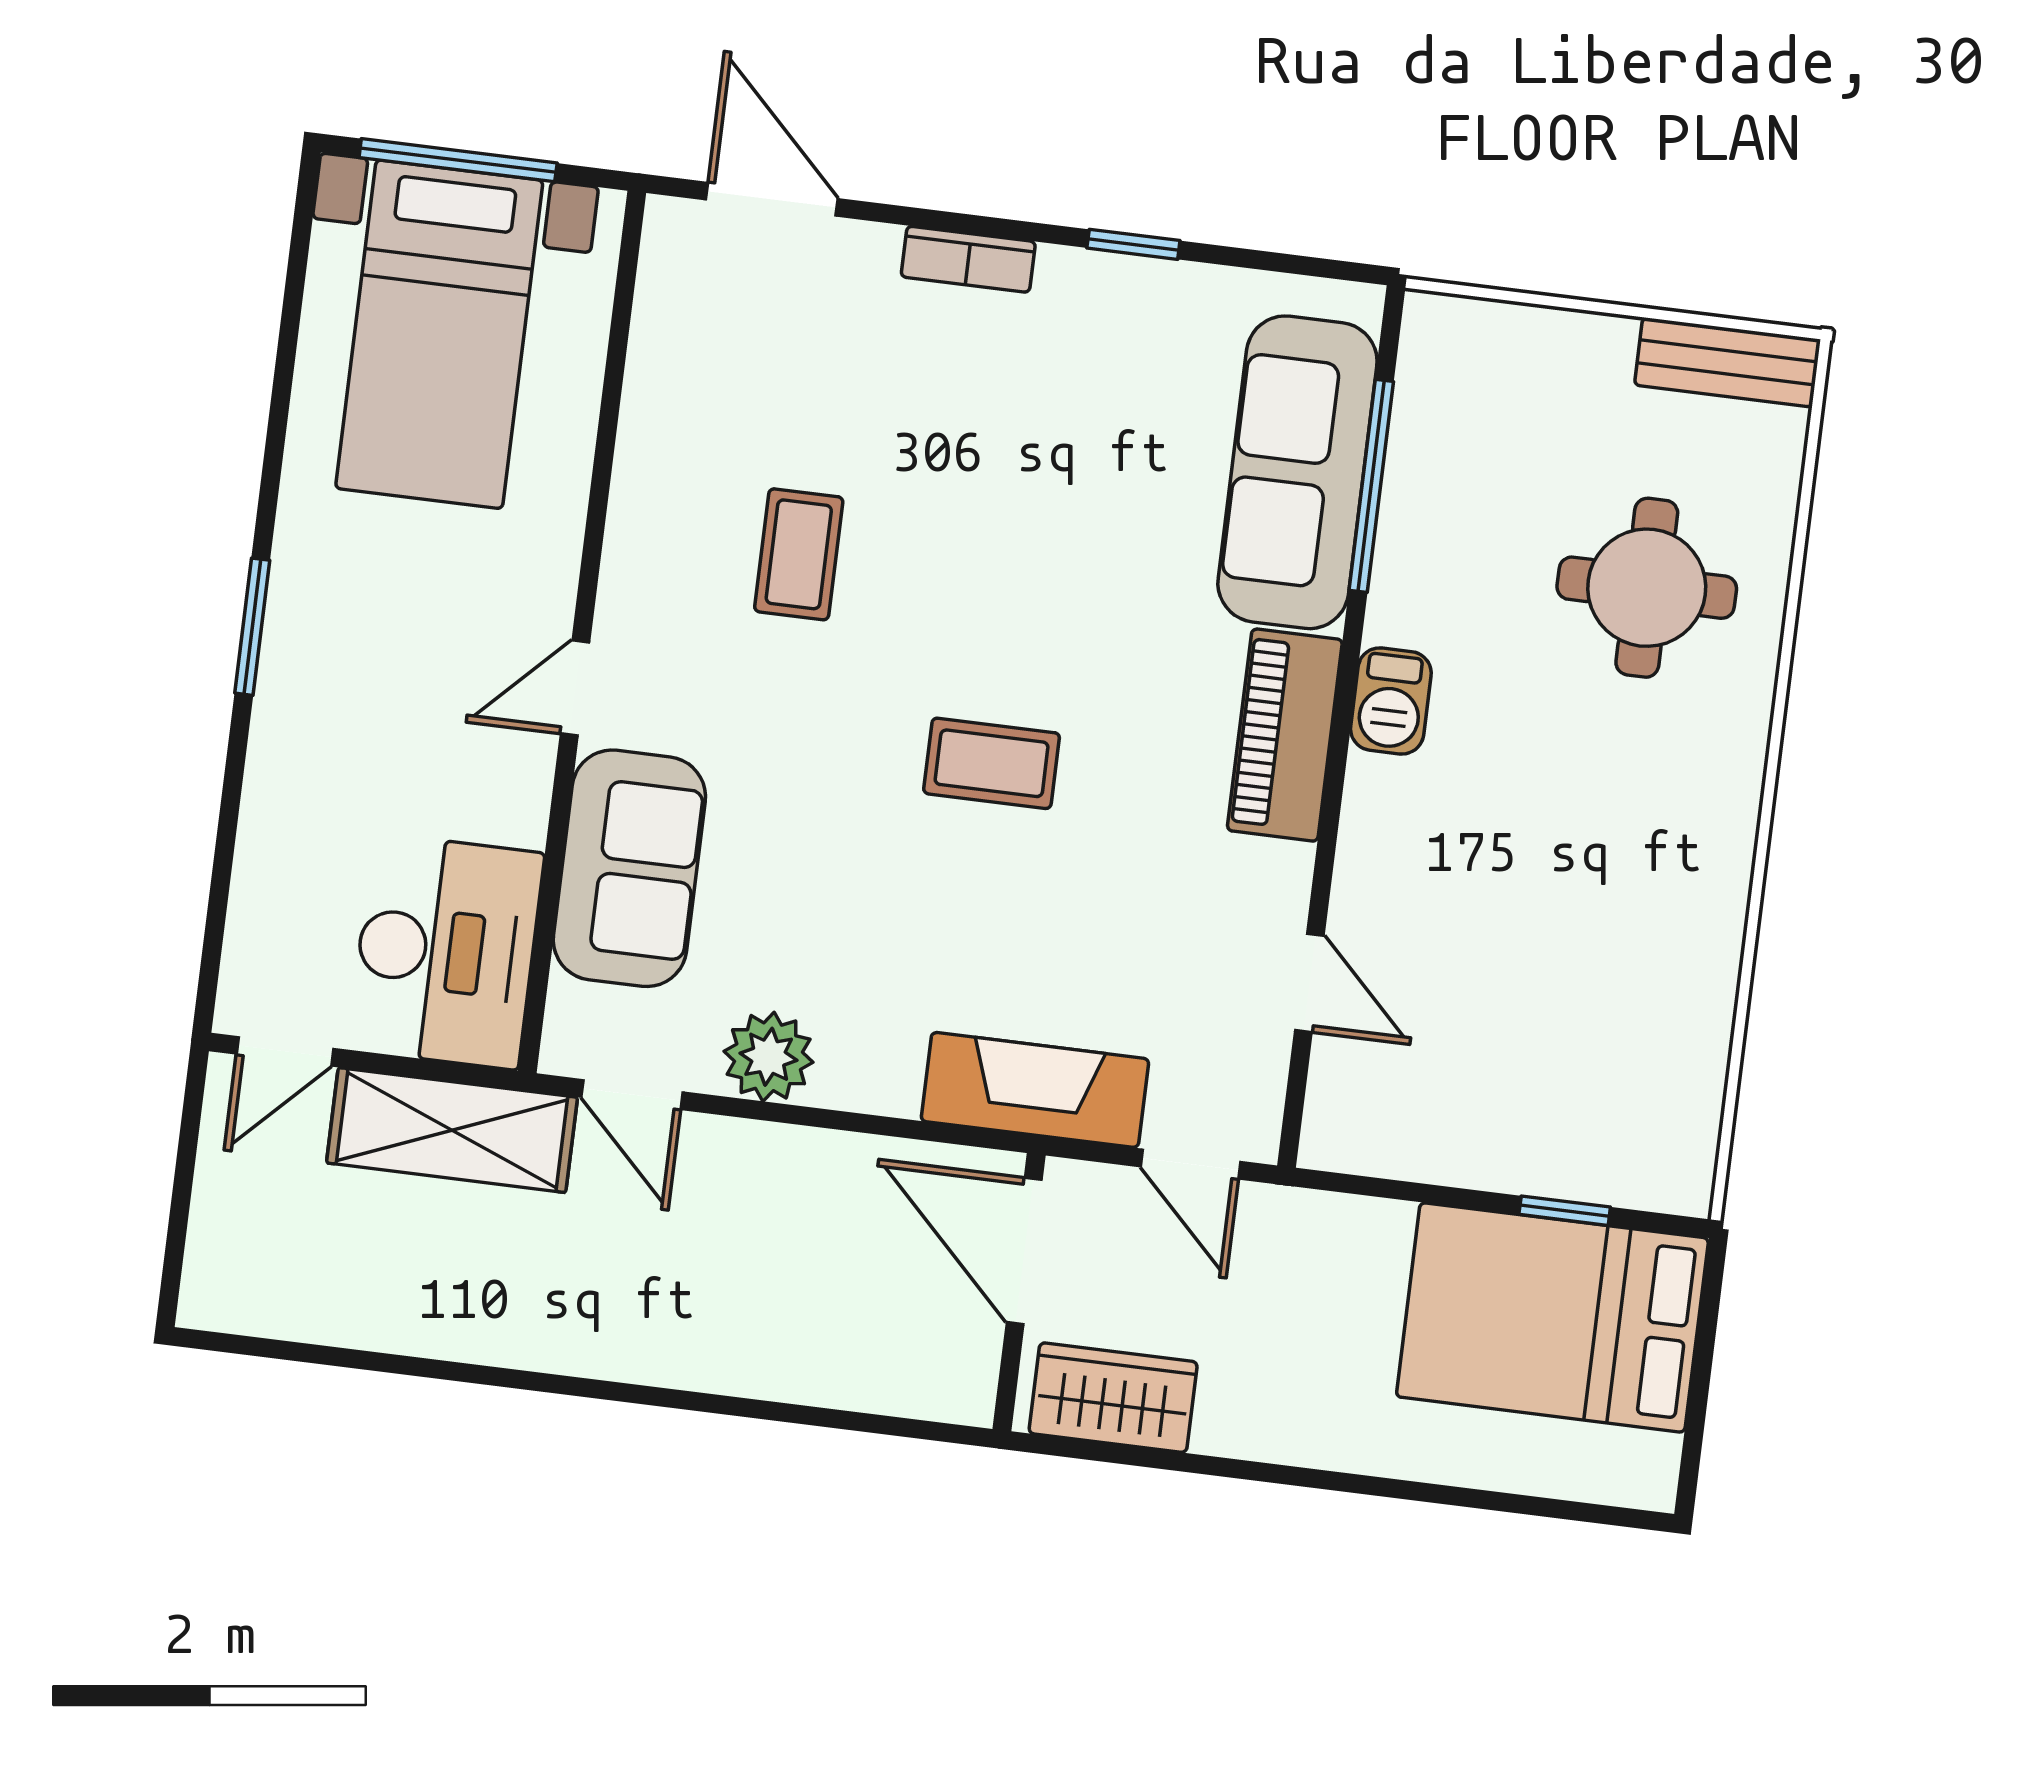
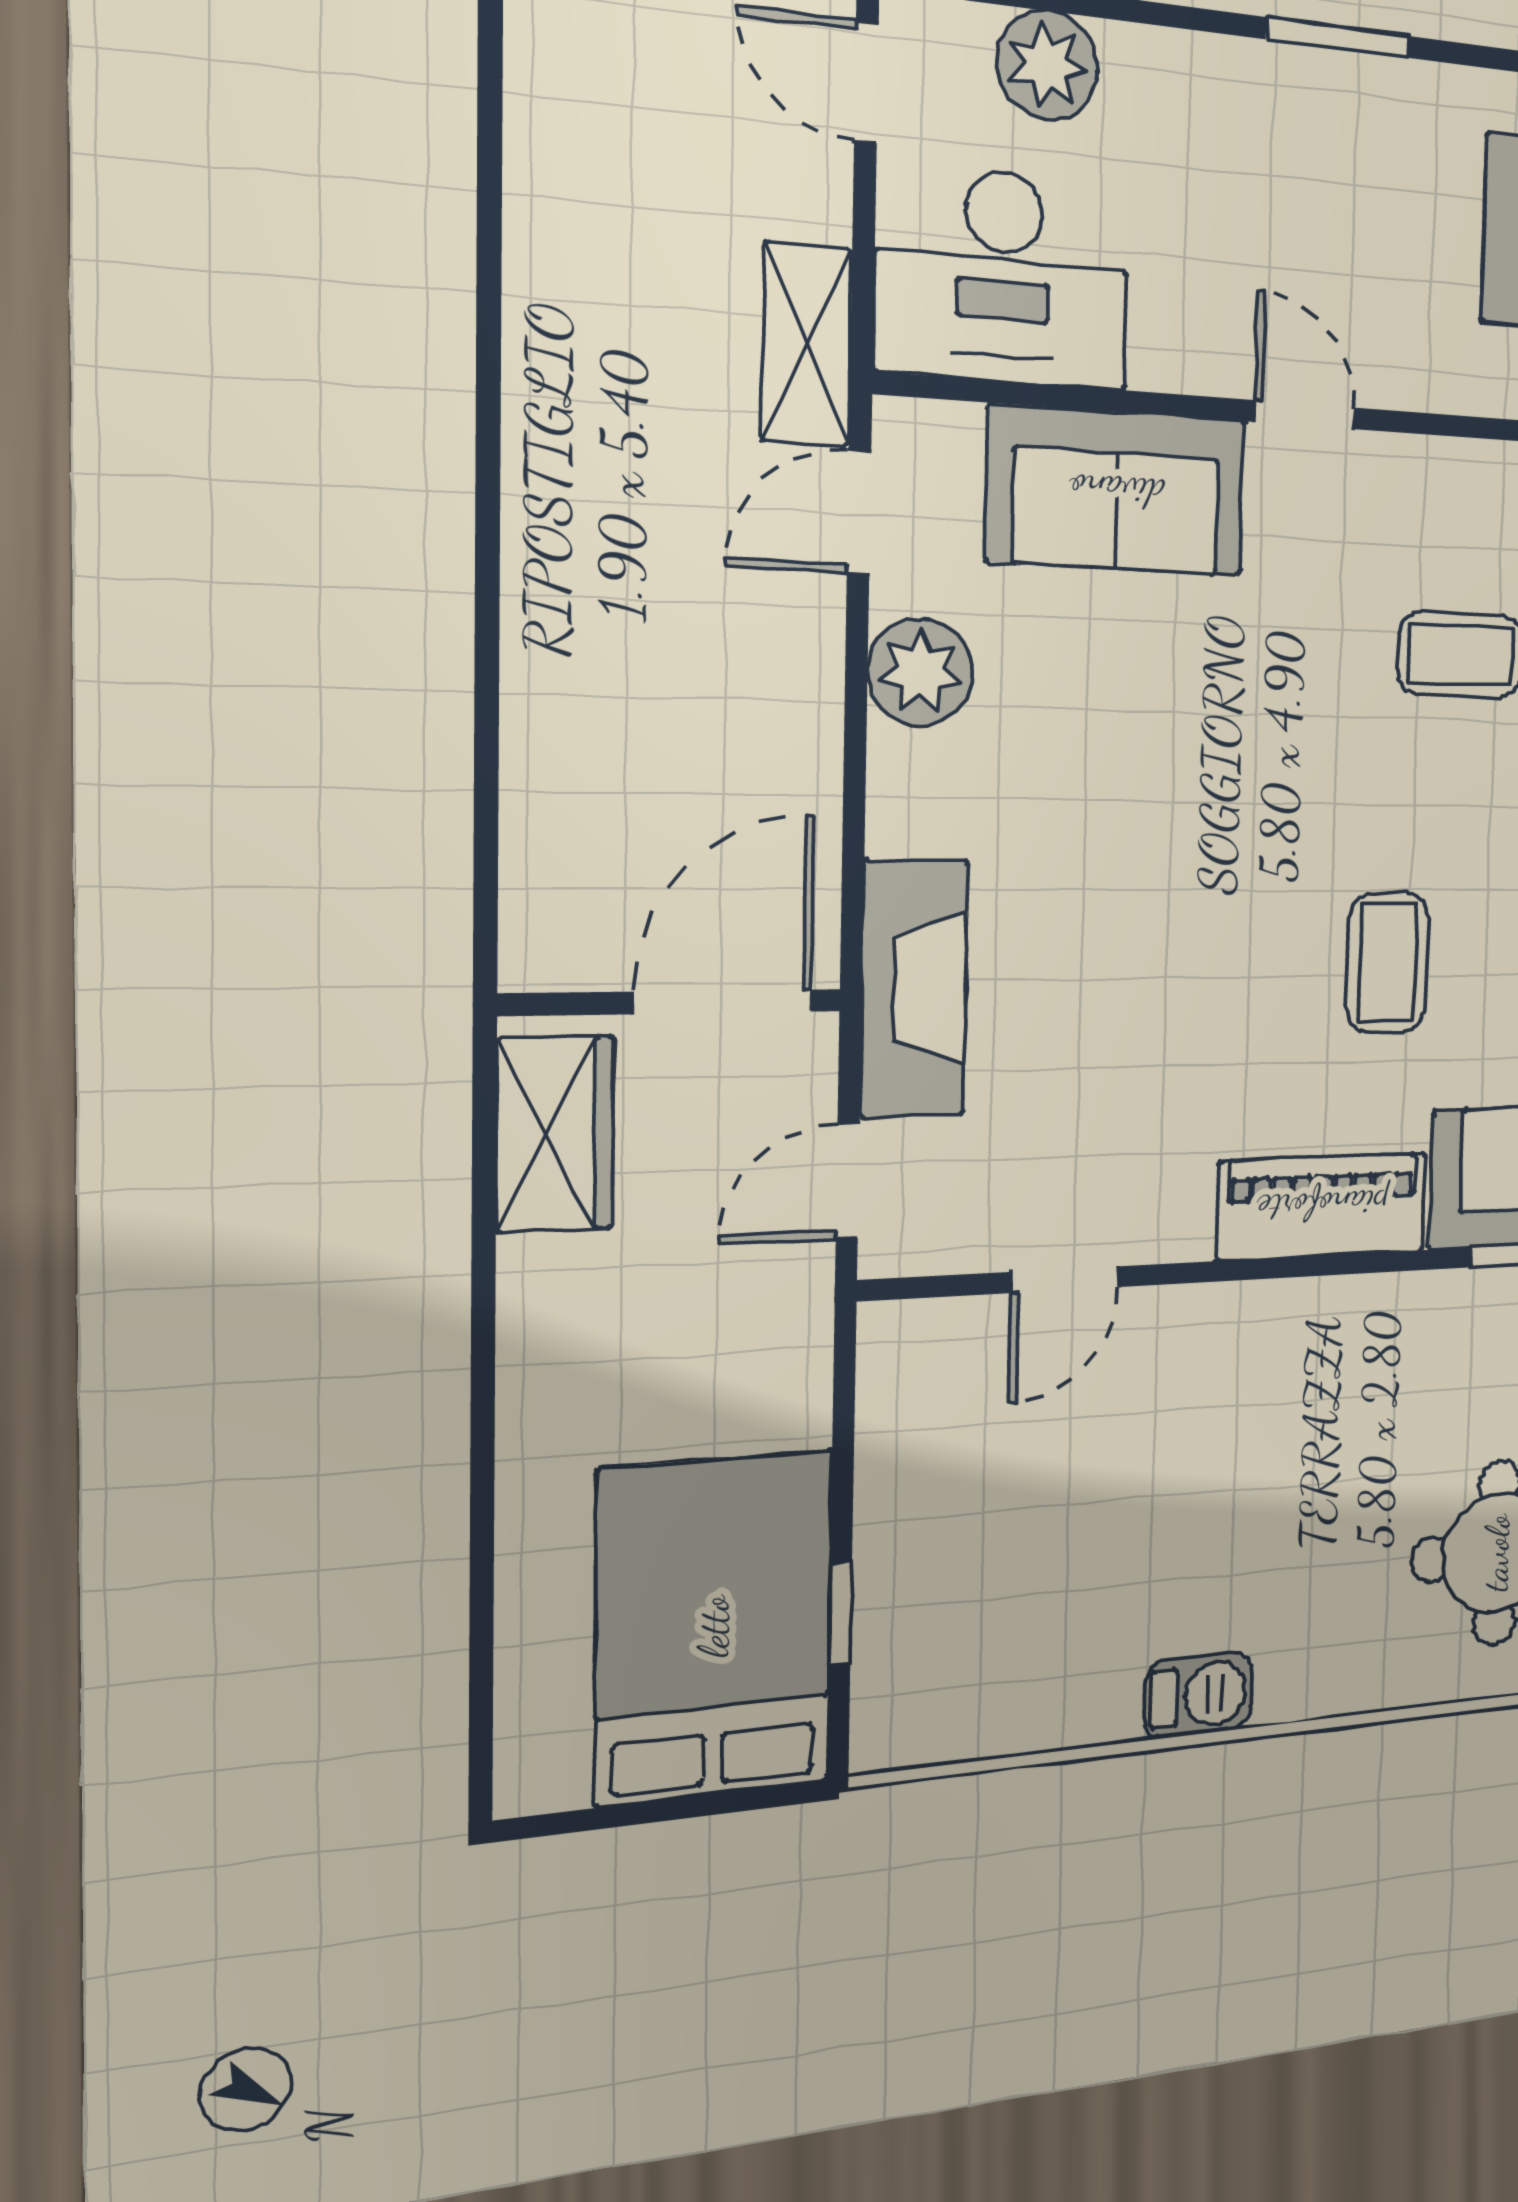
barbecue: (1391, 701) -> (1198, 1695), moved, turned 180
coffee table: (992, 763) -> (1388, 963), moved
plant: (273, 895) -> (1047, 65), added
shelving: (452, 1130) -> (807, 344), width x0.67, depth x0.75

